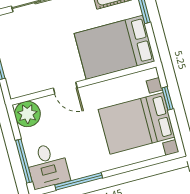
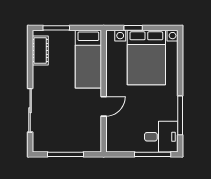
bed: (114, 47) -> (88, 59), width x0.67
plant: (27, 114) -> (116, 142), removed

